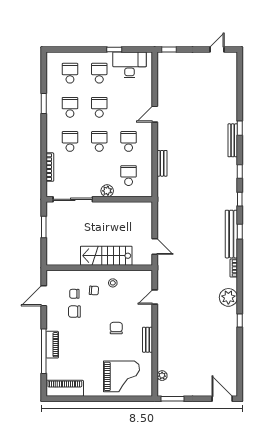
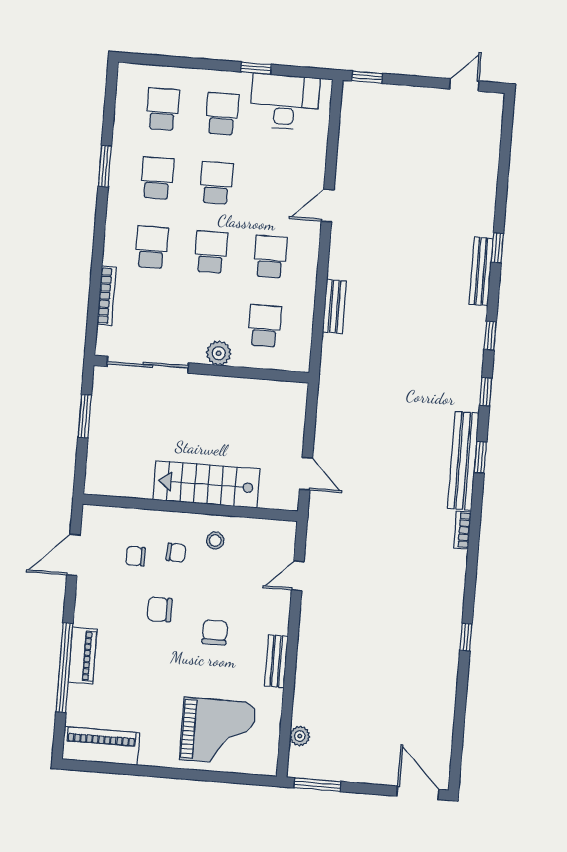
plant: (228, 297) -> (447, 589), removed
chair: (74, 312) -> (160, 609), moved

